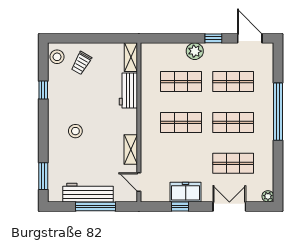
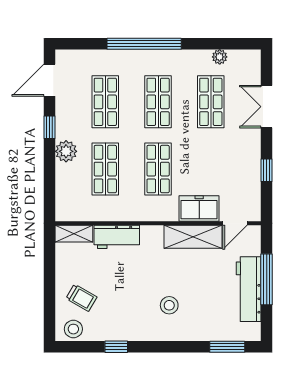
shelving: (131, 150) -> (193, 237), width x1.50, depth x1.33
freezer: (186, 192) -> (199, 209), moved, turned 90
plant: (268, 196) -> (220, 57), moved

